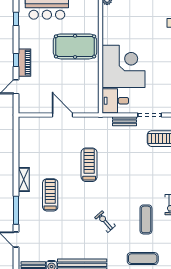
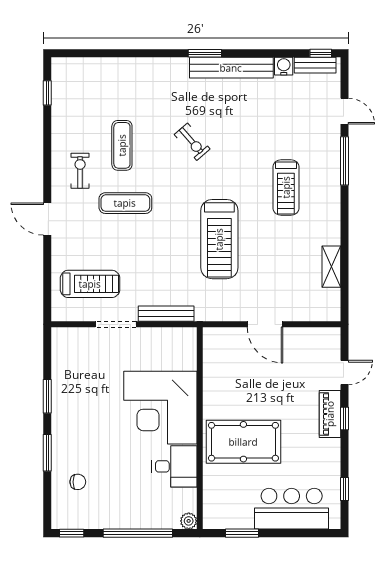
desk: (115, 101) -> (174, 466), moved
bench: (125, 121) -> (166, 314), width x1.36
treadmill: (89, 165) -> (219, 239), width x1.37, depth x1.38
shelving: (24, 180) -> (331, 267), moved
exercise mat: (143, 259) -> (125, 203), moved

